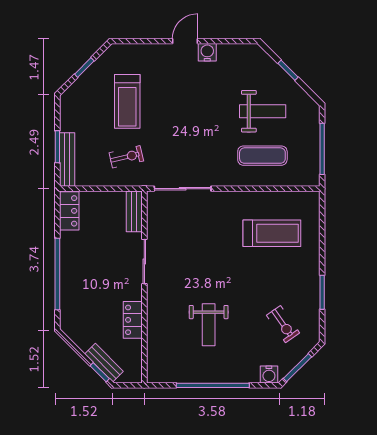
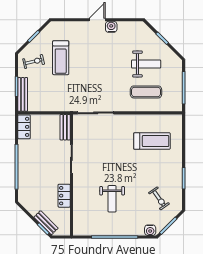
exercise bike: (126, 157) -> (34, 62), moved

